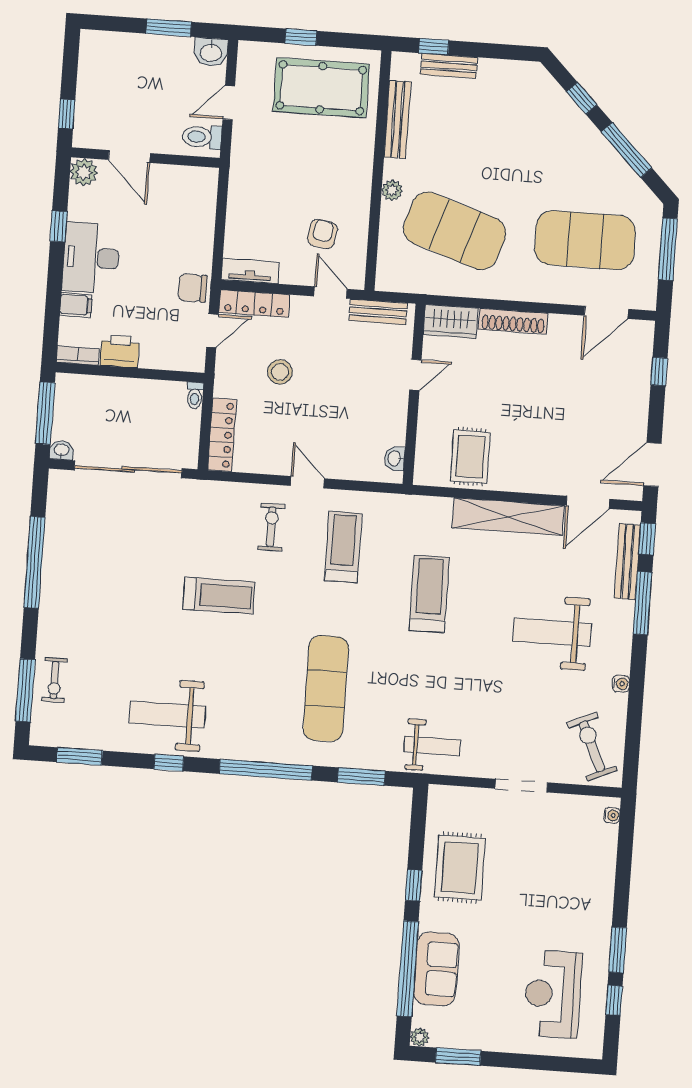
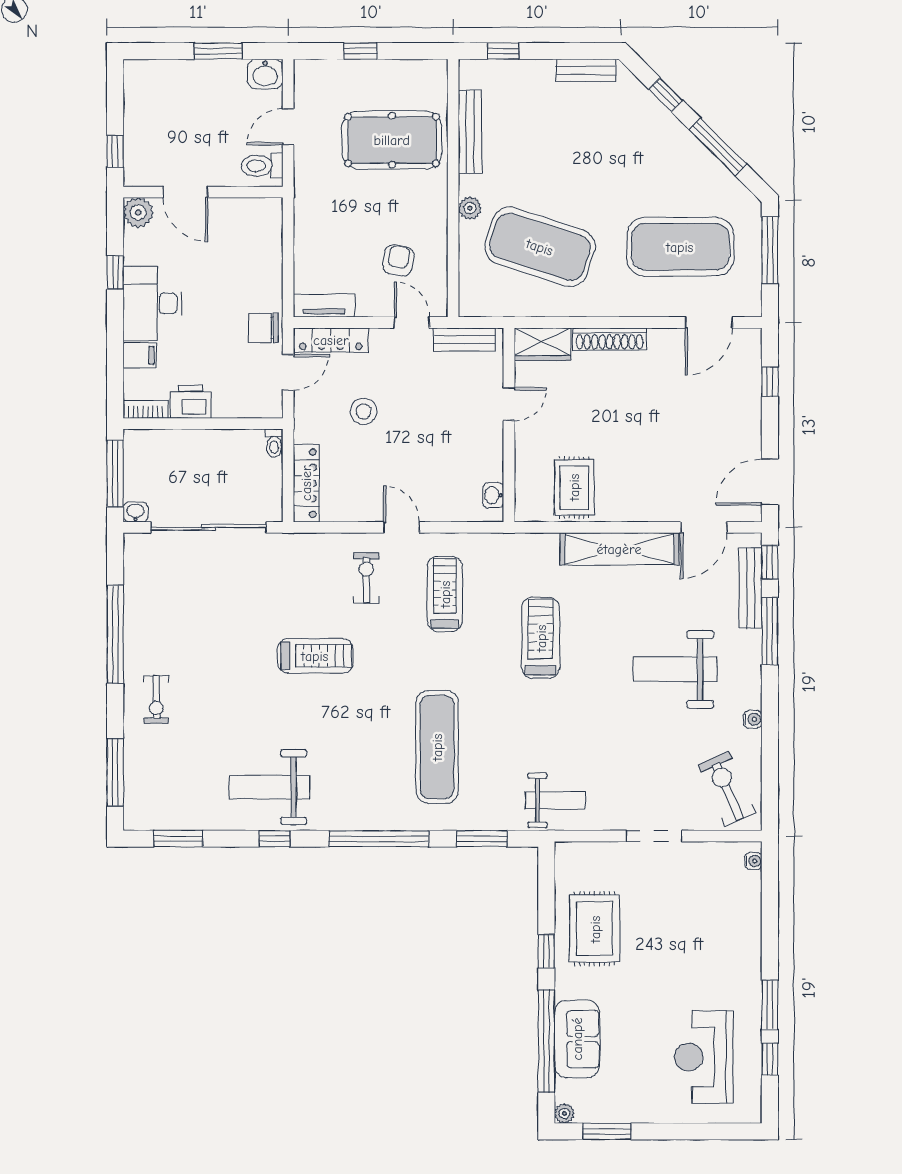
bench: (449, 66) -> (586, 70), moved
pool table: (321, 88) -> (392, 140), moved
exercise bike: (55, 680) -> (156, 700), moved

